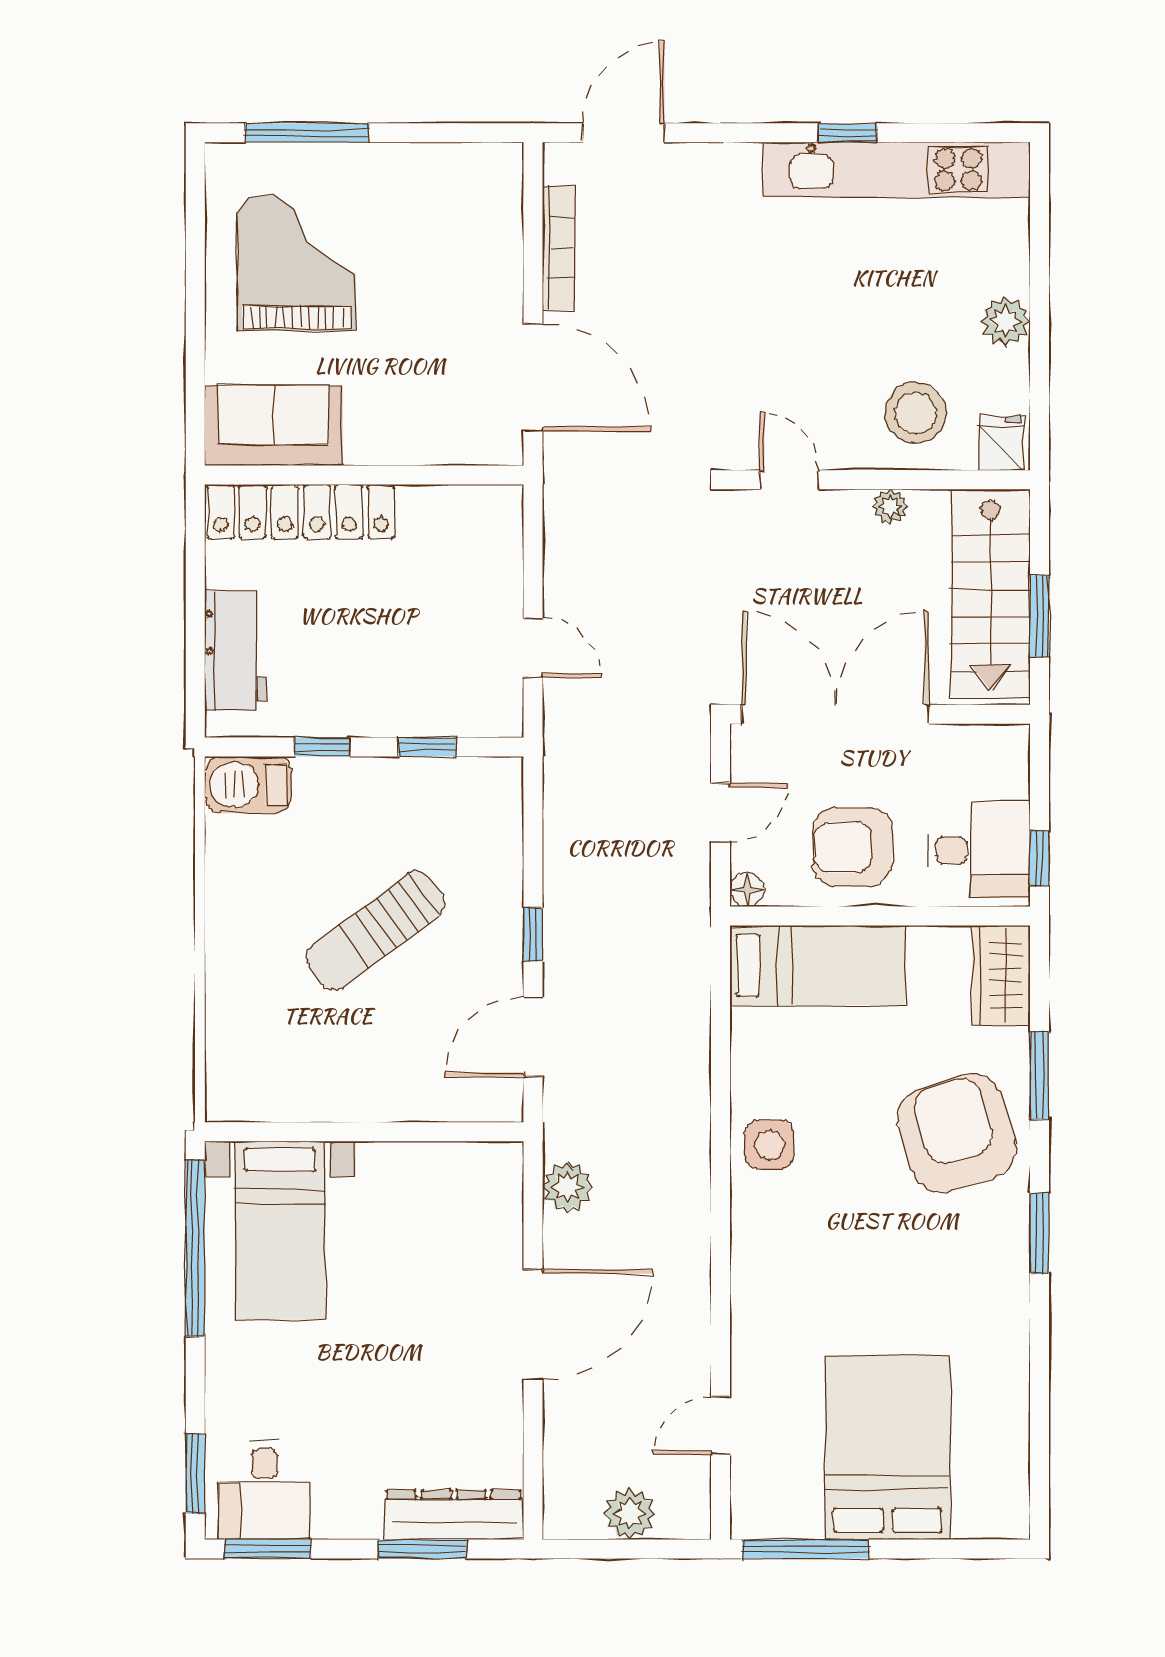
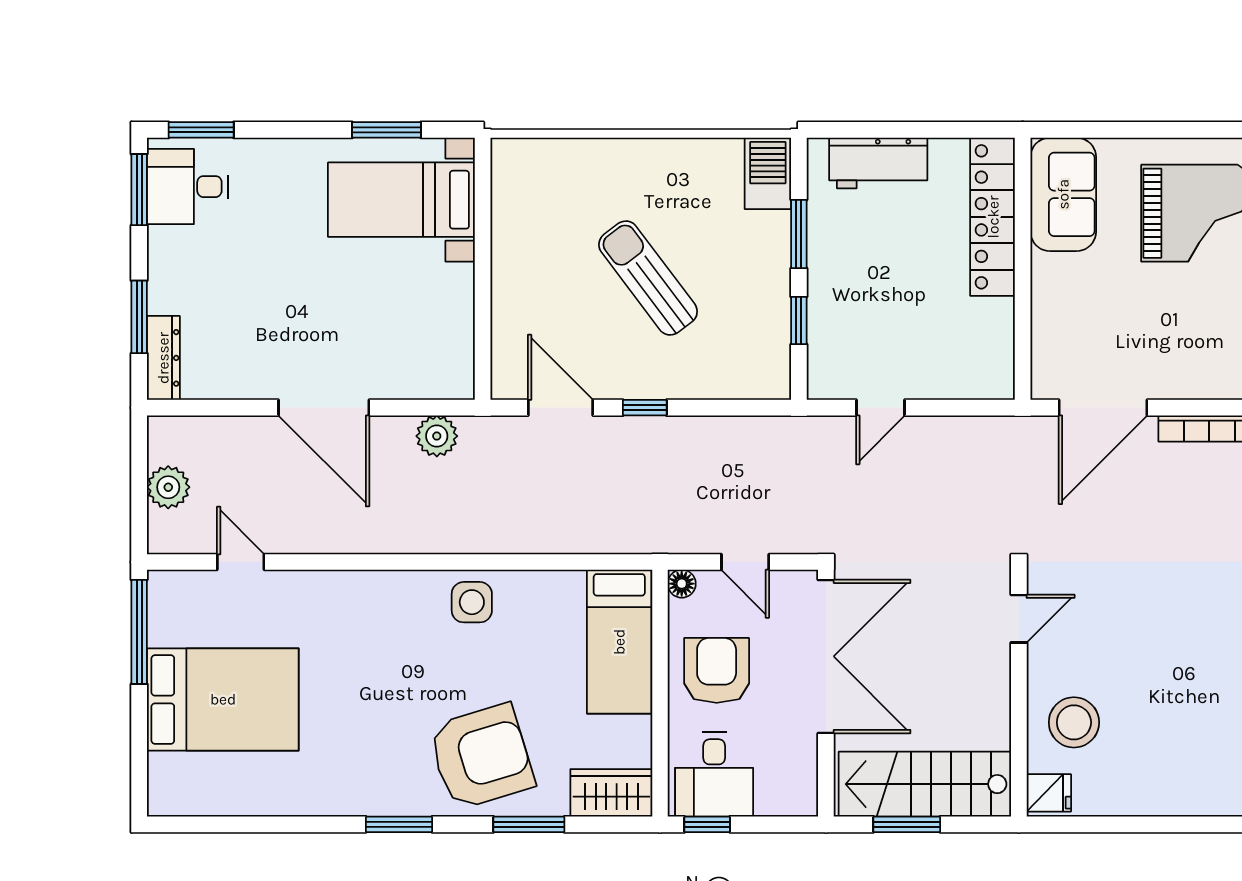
plant: (1005, 321) -> (1149, 796), removed
plant: (890, 507) -> (997, 702), removed
window: (322, 747) -> (799, 234), width x1.50
window: (195, 1248) -> (387, 130), width x0.47
dresser: (454, 1515) -> (163, 358), width x0.73, depth x0.80

